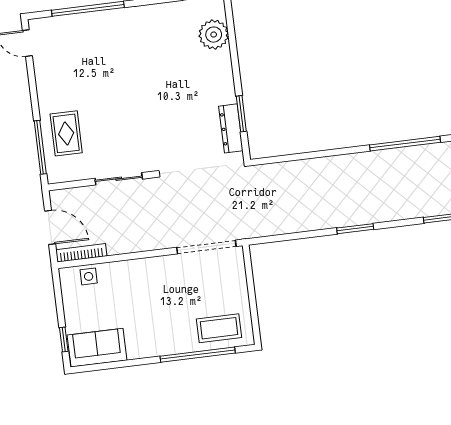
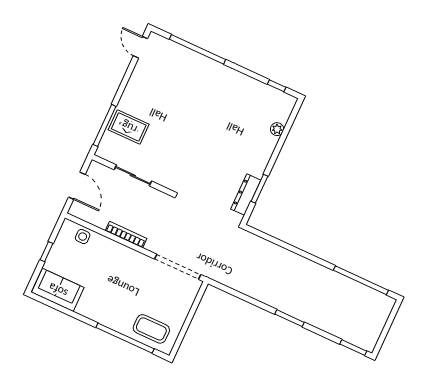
plant: (214, 35) -> (277, 129), width x0.53, depth x0.53
rug: (66, 133) -> (129, 127), turned 90
sliding door: (119, 179) -> (133, 175), moved
bookcase: (81, 253) -> (126, 235), moved
window: (64, 339) -> (46, 252), moved

